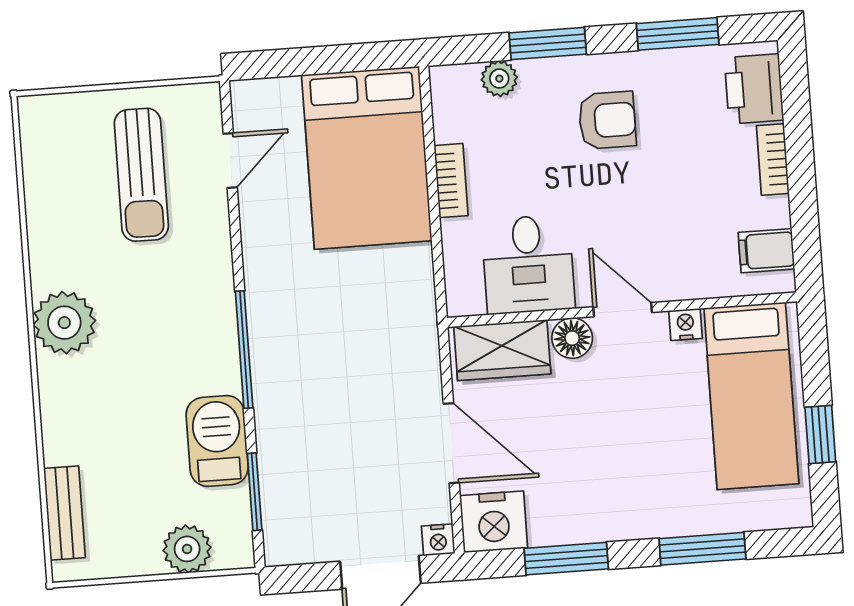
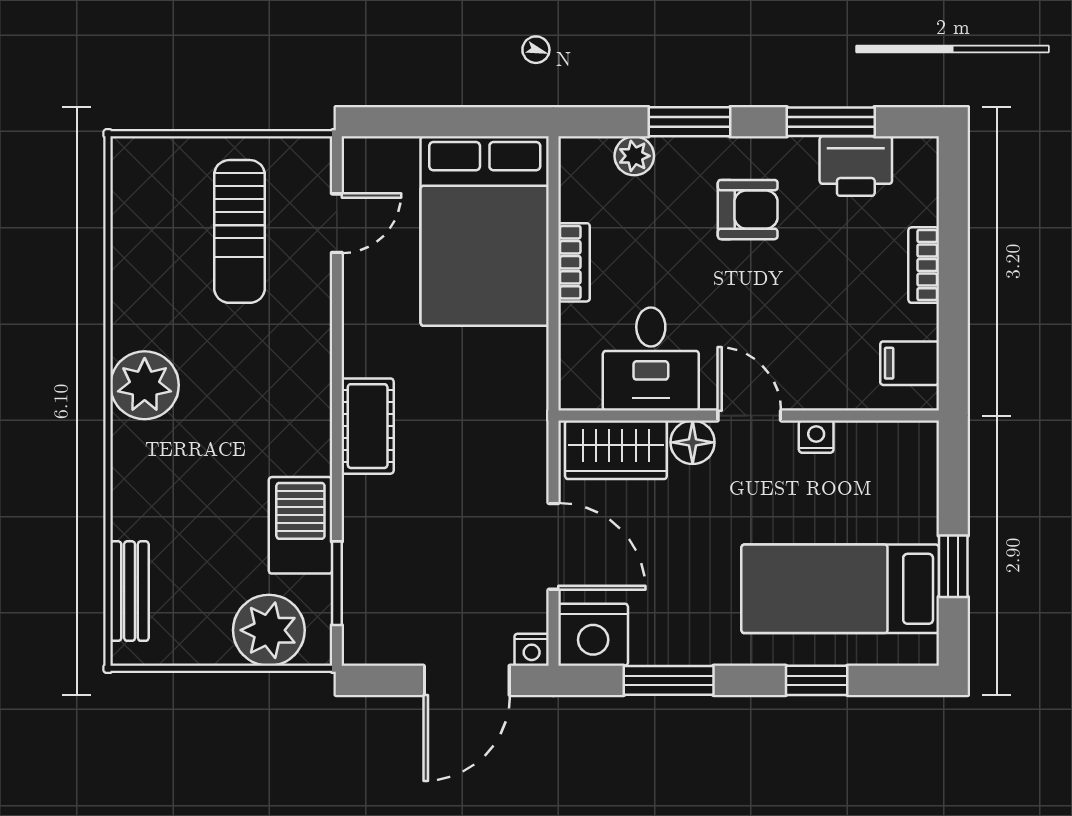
printer: (754, 89) -> (856, 166), moved, turned -90
cot: (272, 345) -> (368, 426), added
window: (244, 350) -> (337, 429), removed
bed: (751, 396) -> (840, 589), moved, turned 90
plant: (187, 549) -> (269, 630), width x1.36, depth x1.36
window: (702, 549) -> (817, 680), width x0.67

